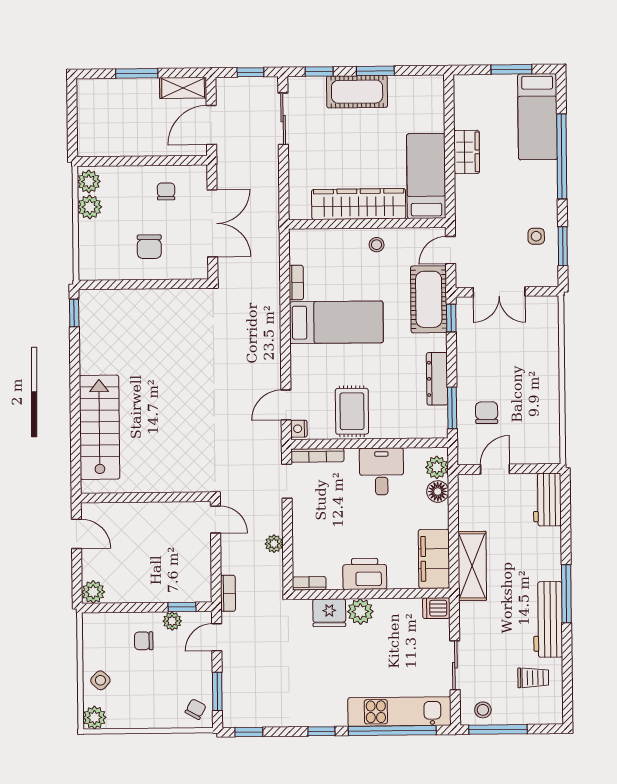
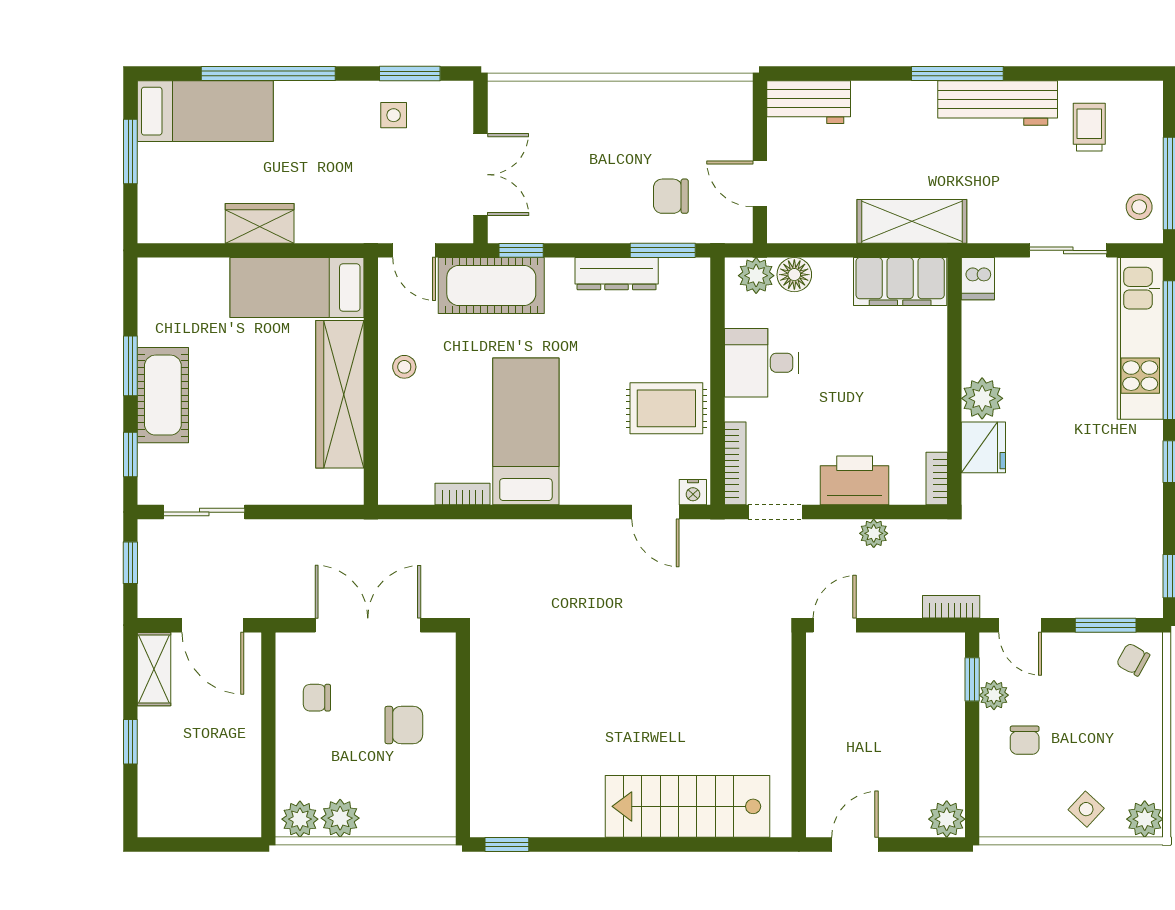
window: (137, 73) -> (130, 742), width x0.67
printer: (365, 574) -> (855, 480), moved, turned 90

